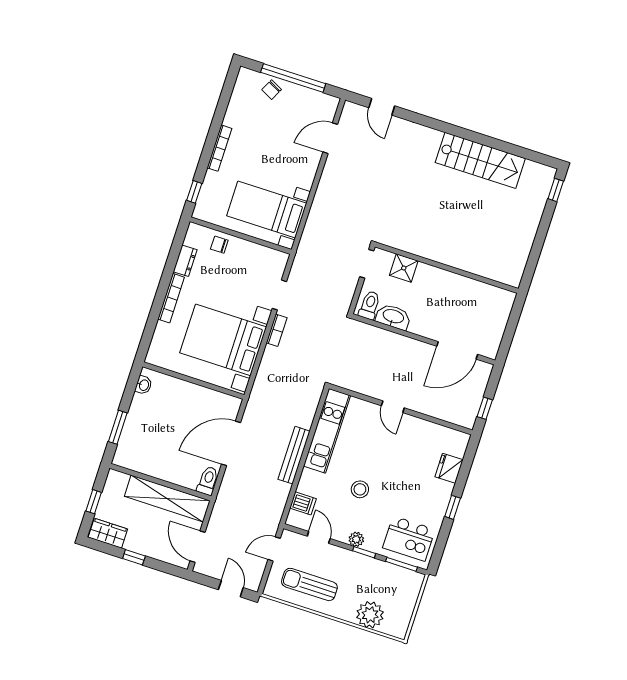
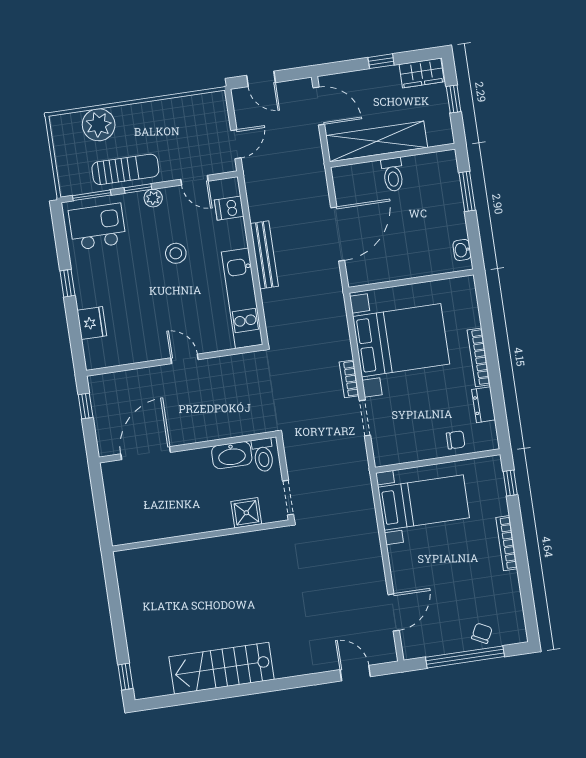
toilet: (208, 481) -> (393, 175), moved
sun lounger: (309, 584) -> (125, 169), moved

